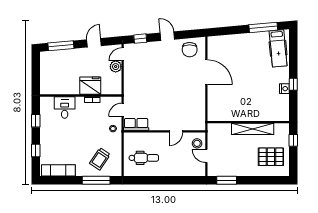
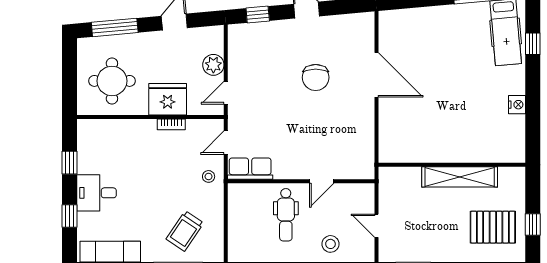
chair: (190, 50) -> (316, 77), moved
door: (123, 54) -> (226, 93), moved
round table: (59, 75) -> (112, 81), added
window: (293, 84) -> (533, 44), moved
desk: (65, 107) -> (97, 193), moved, turned -90
window: (293, 140) -> (533, 224), moved
stool: (197, 143) -> (330, 244), moved
dental chair: (144, 158) -> (286, 215), moved, turned 90

